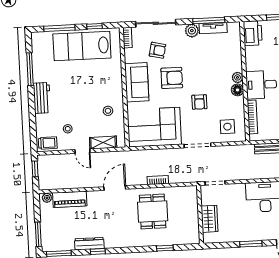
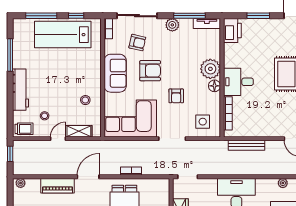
tv unit: (213, 28) -> (207, 23), moved
plant: (238, 77) -> (210, 69), width x1.87, depth x1.87
workbench: (42, 98) -> (20, 90), width x1.37
door: (82, 151) -> (58, 139), swing flipped
piano: (70, 199) -> (57, 186), moved

